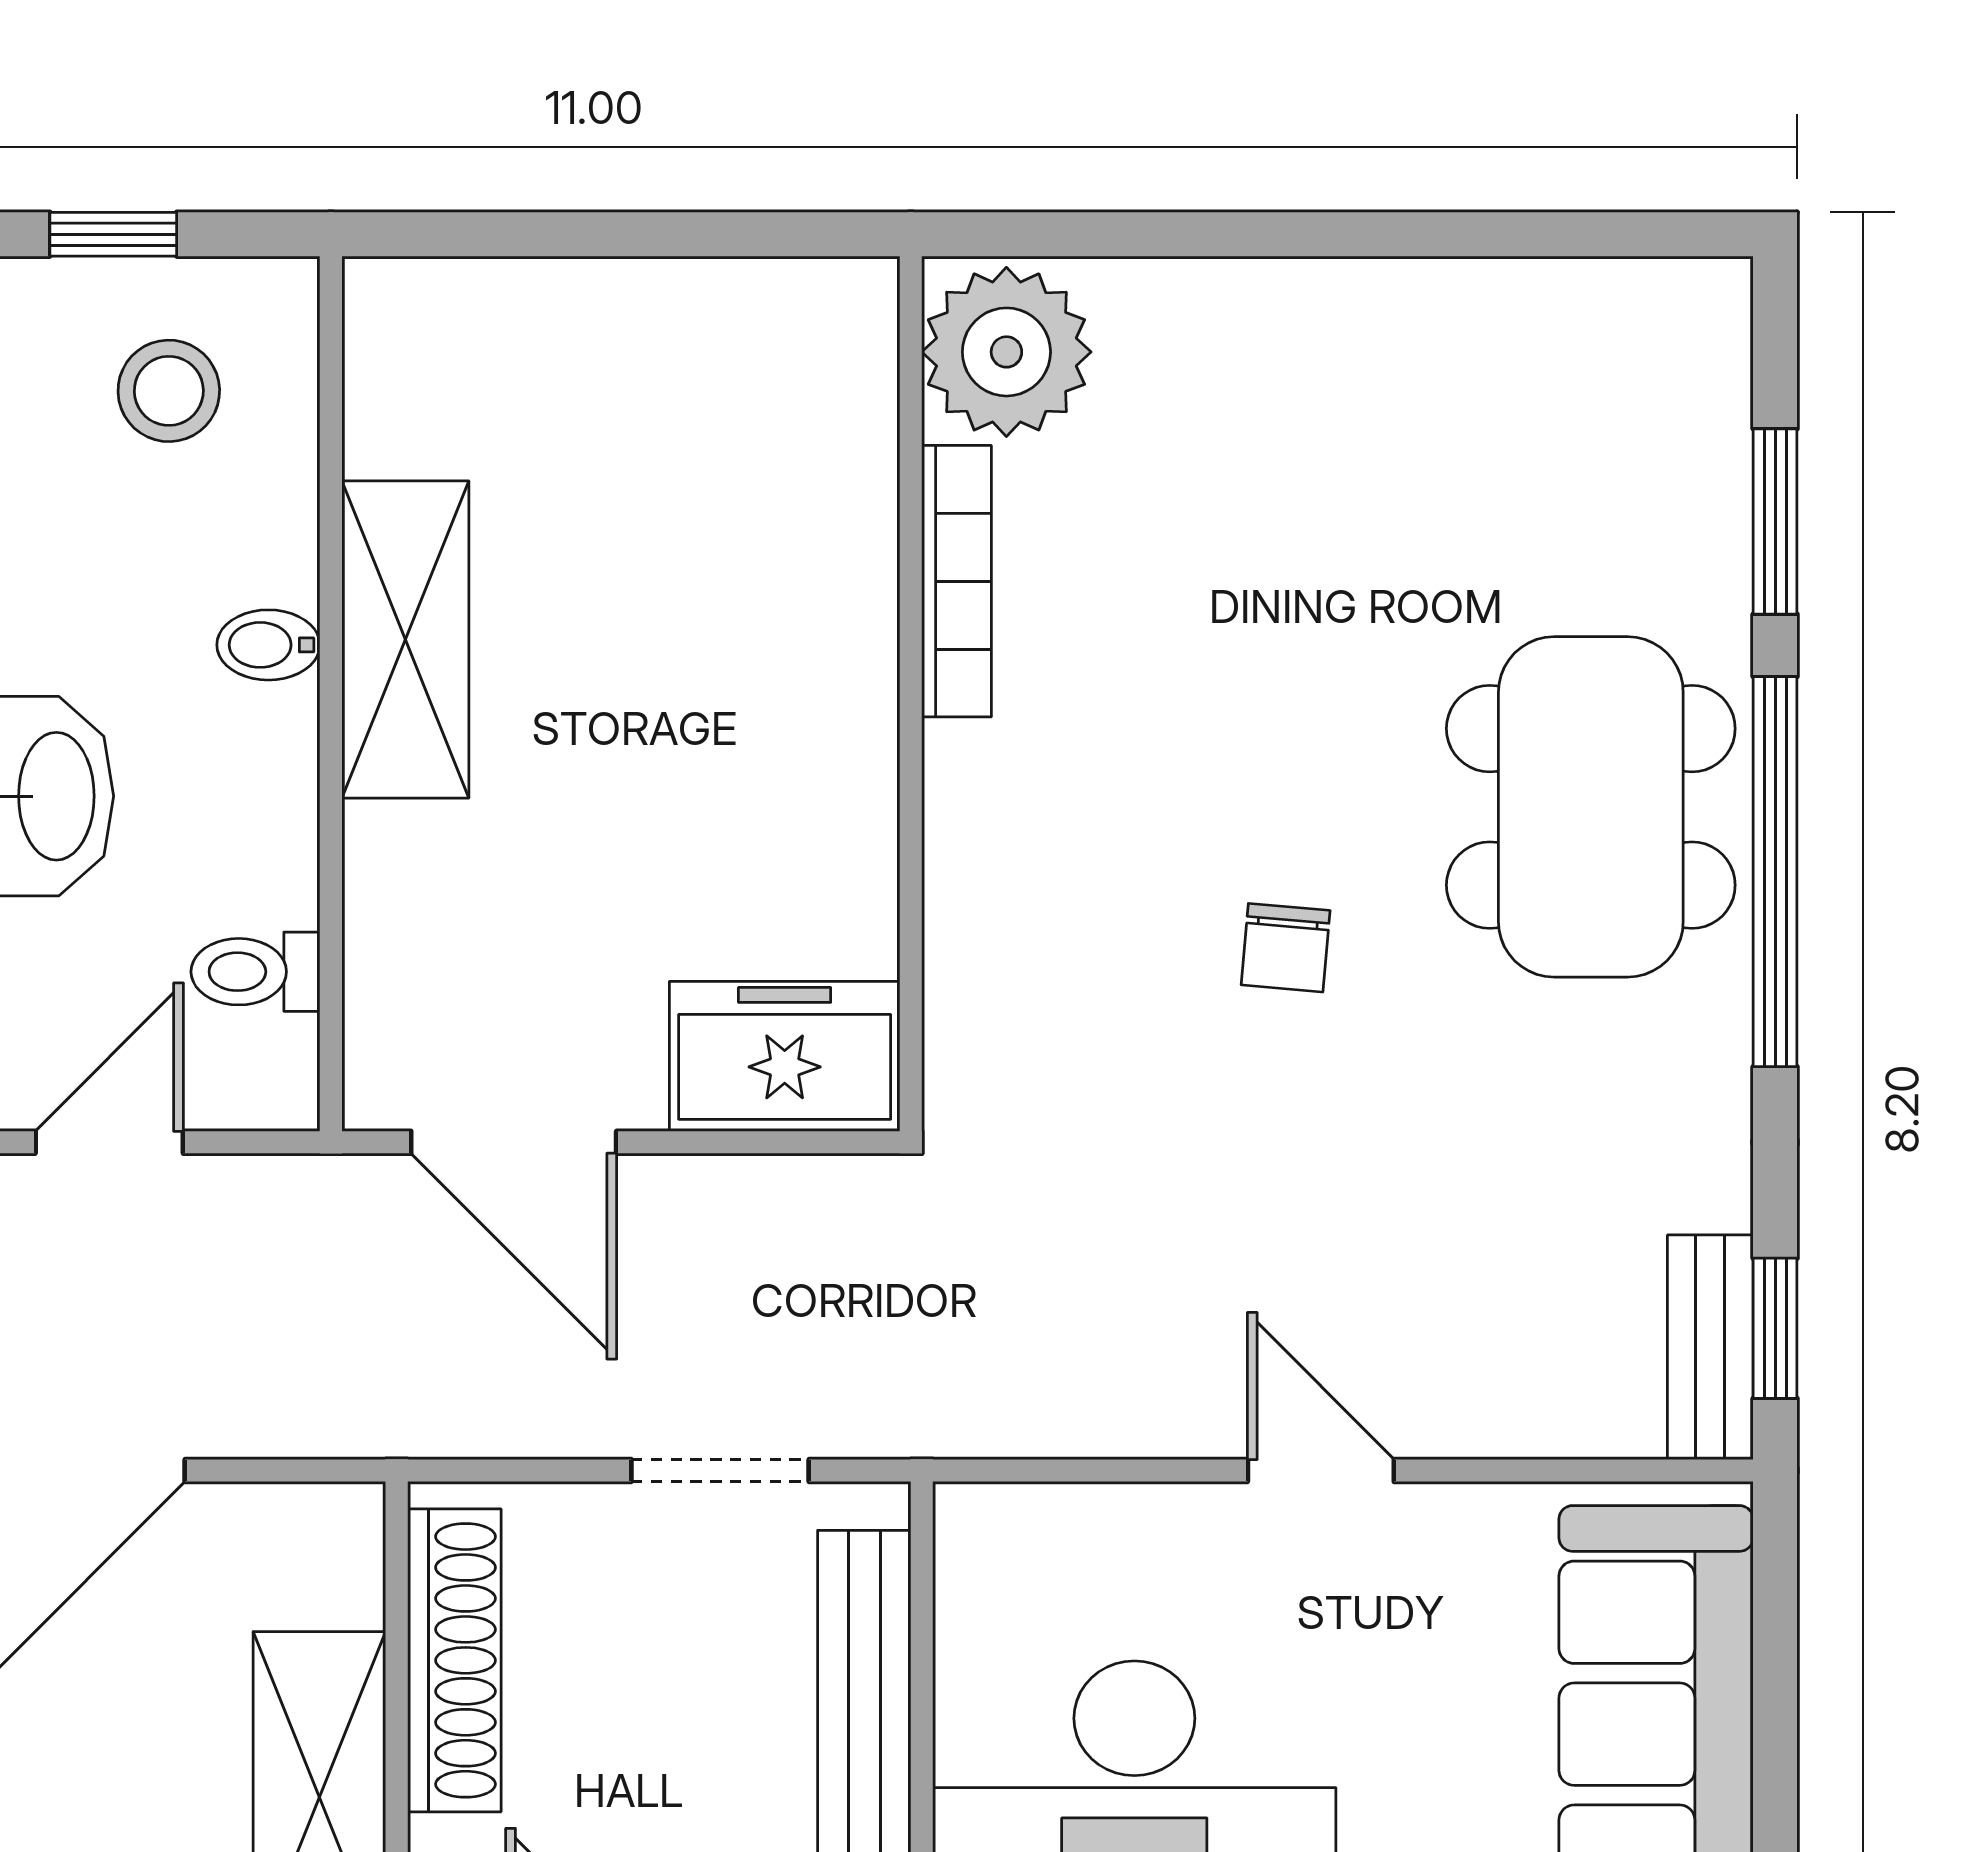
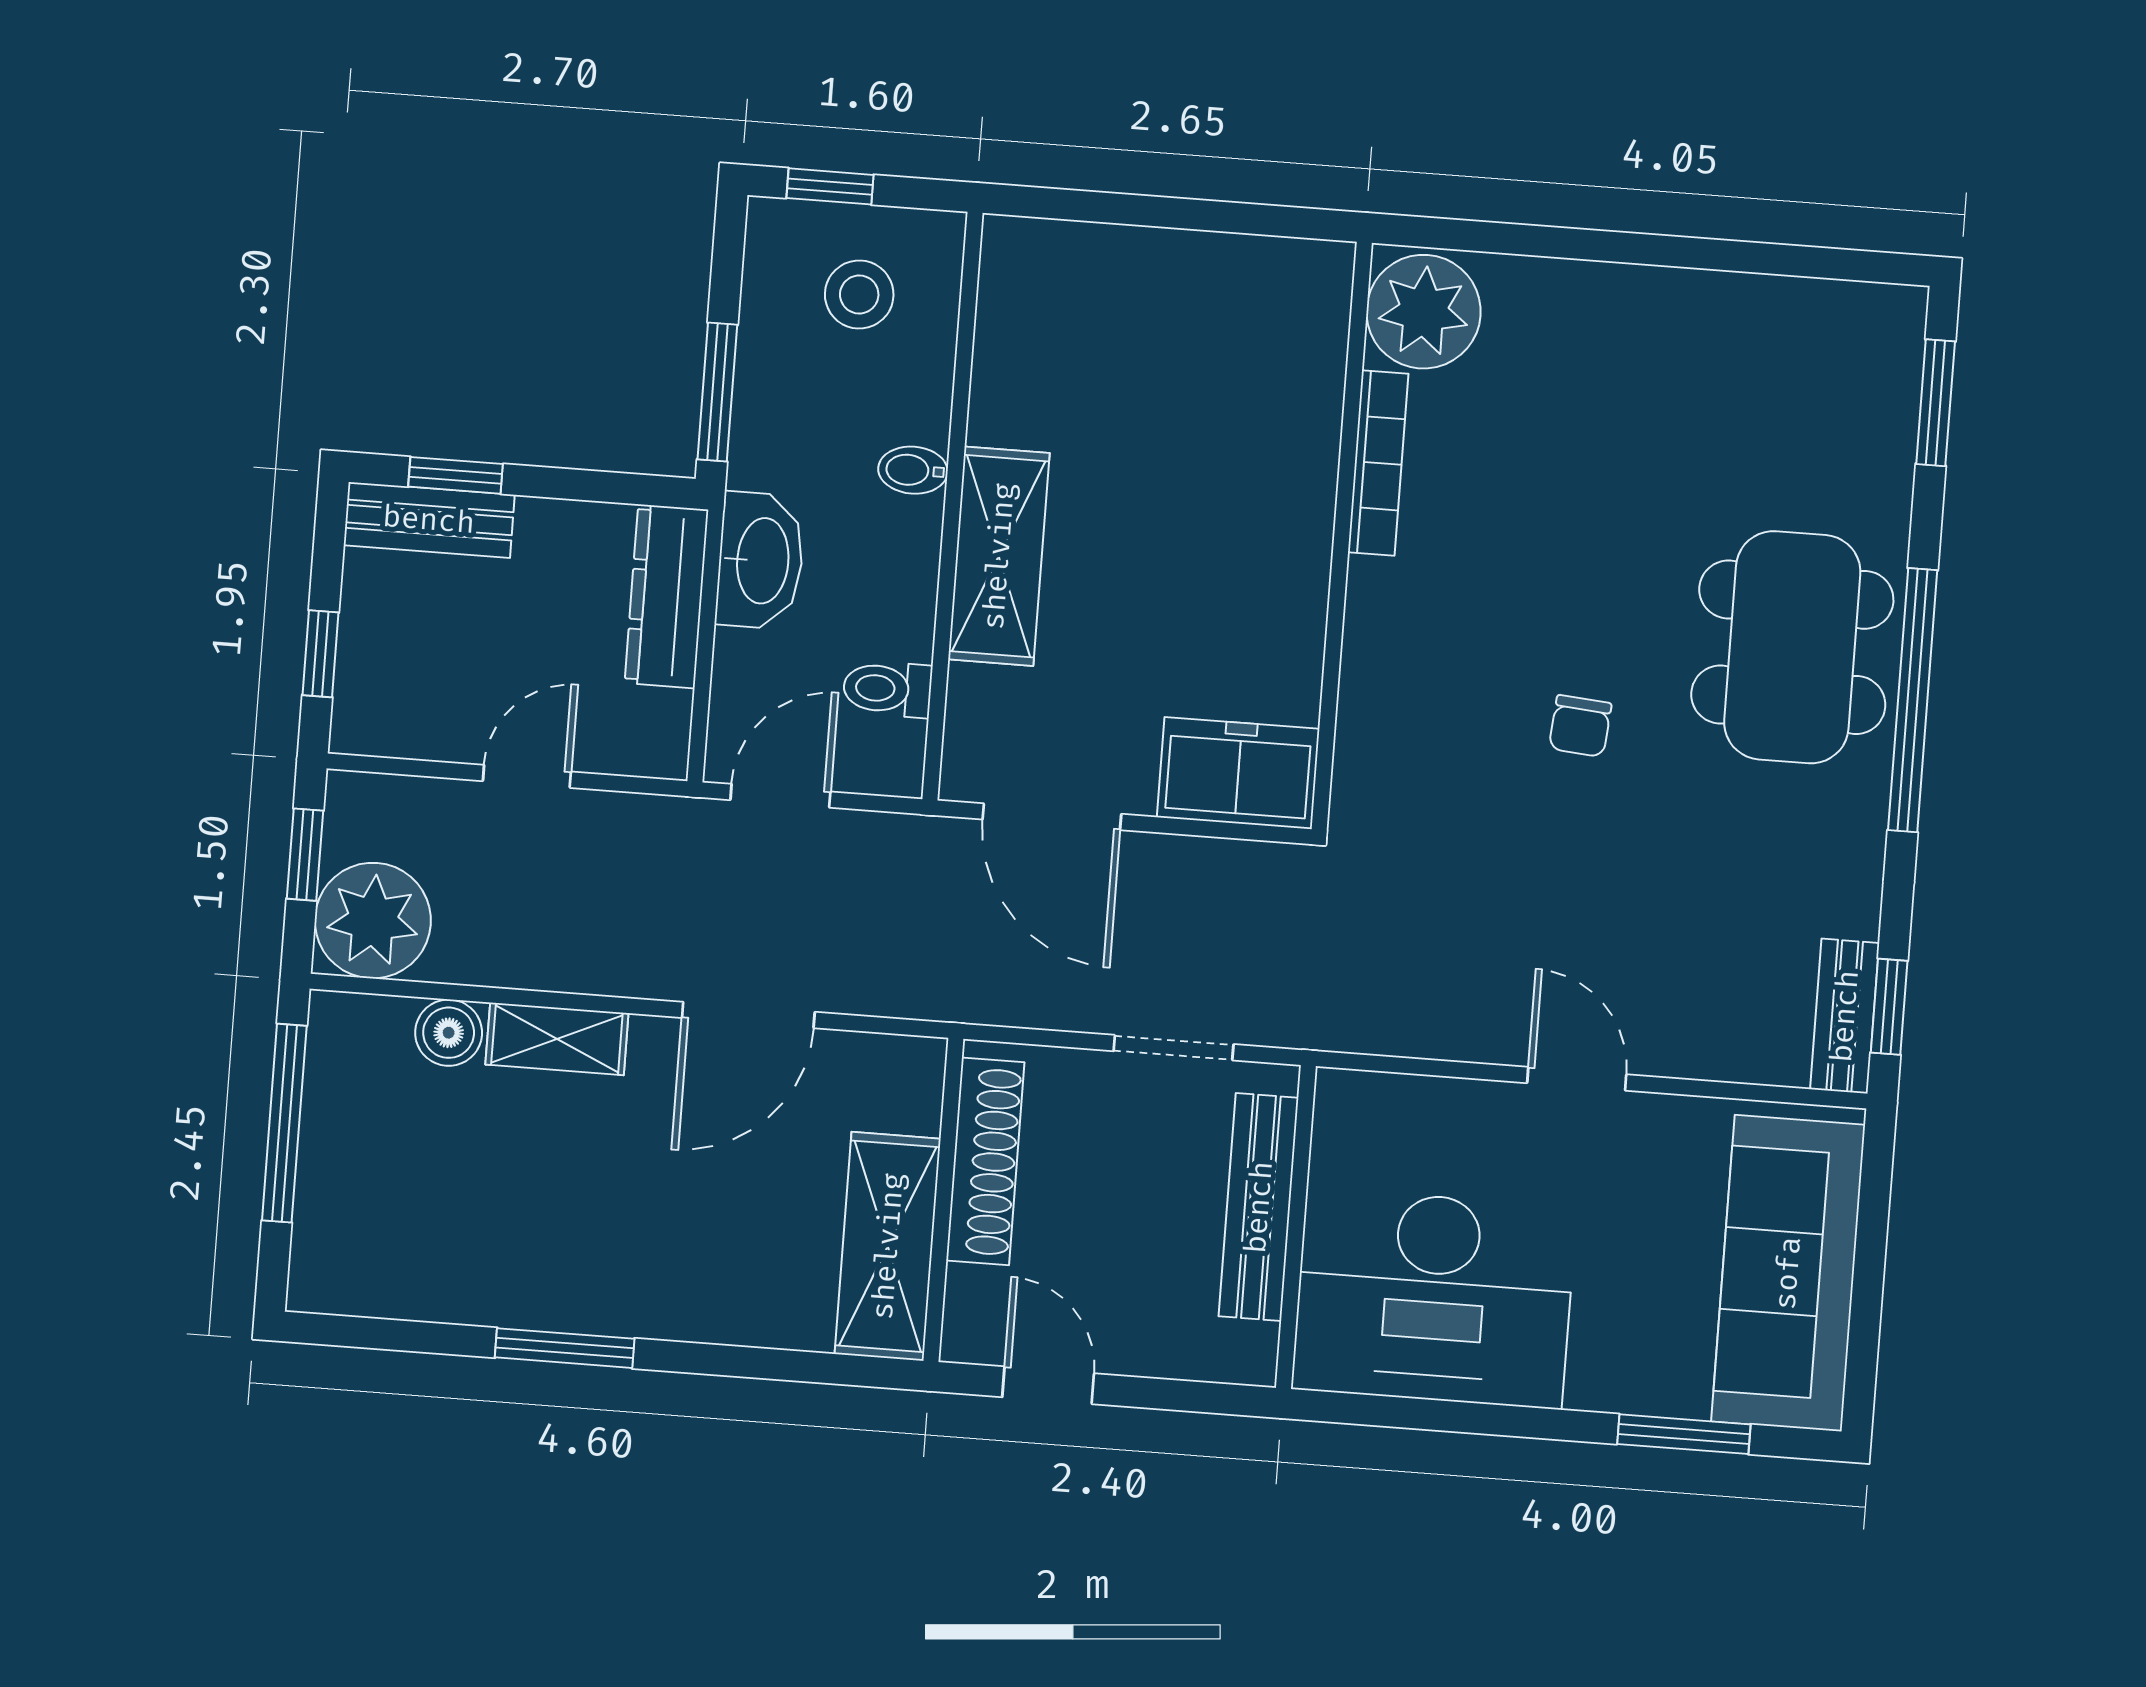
window: (1775, 521) -> (1936, 403), moved
shelving: (405, 640) -> (999, 556), moved

